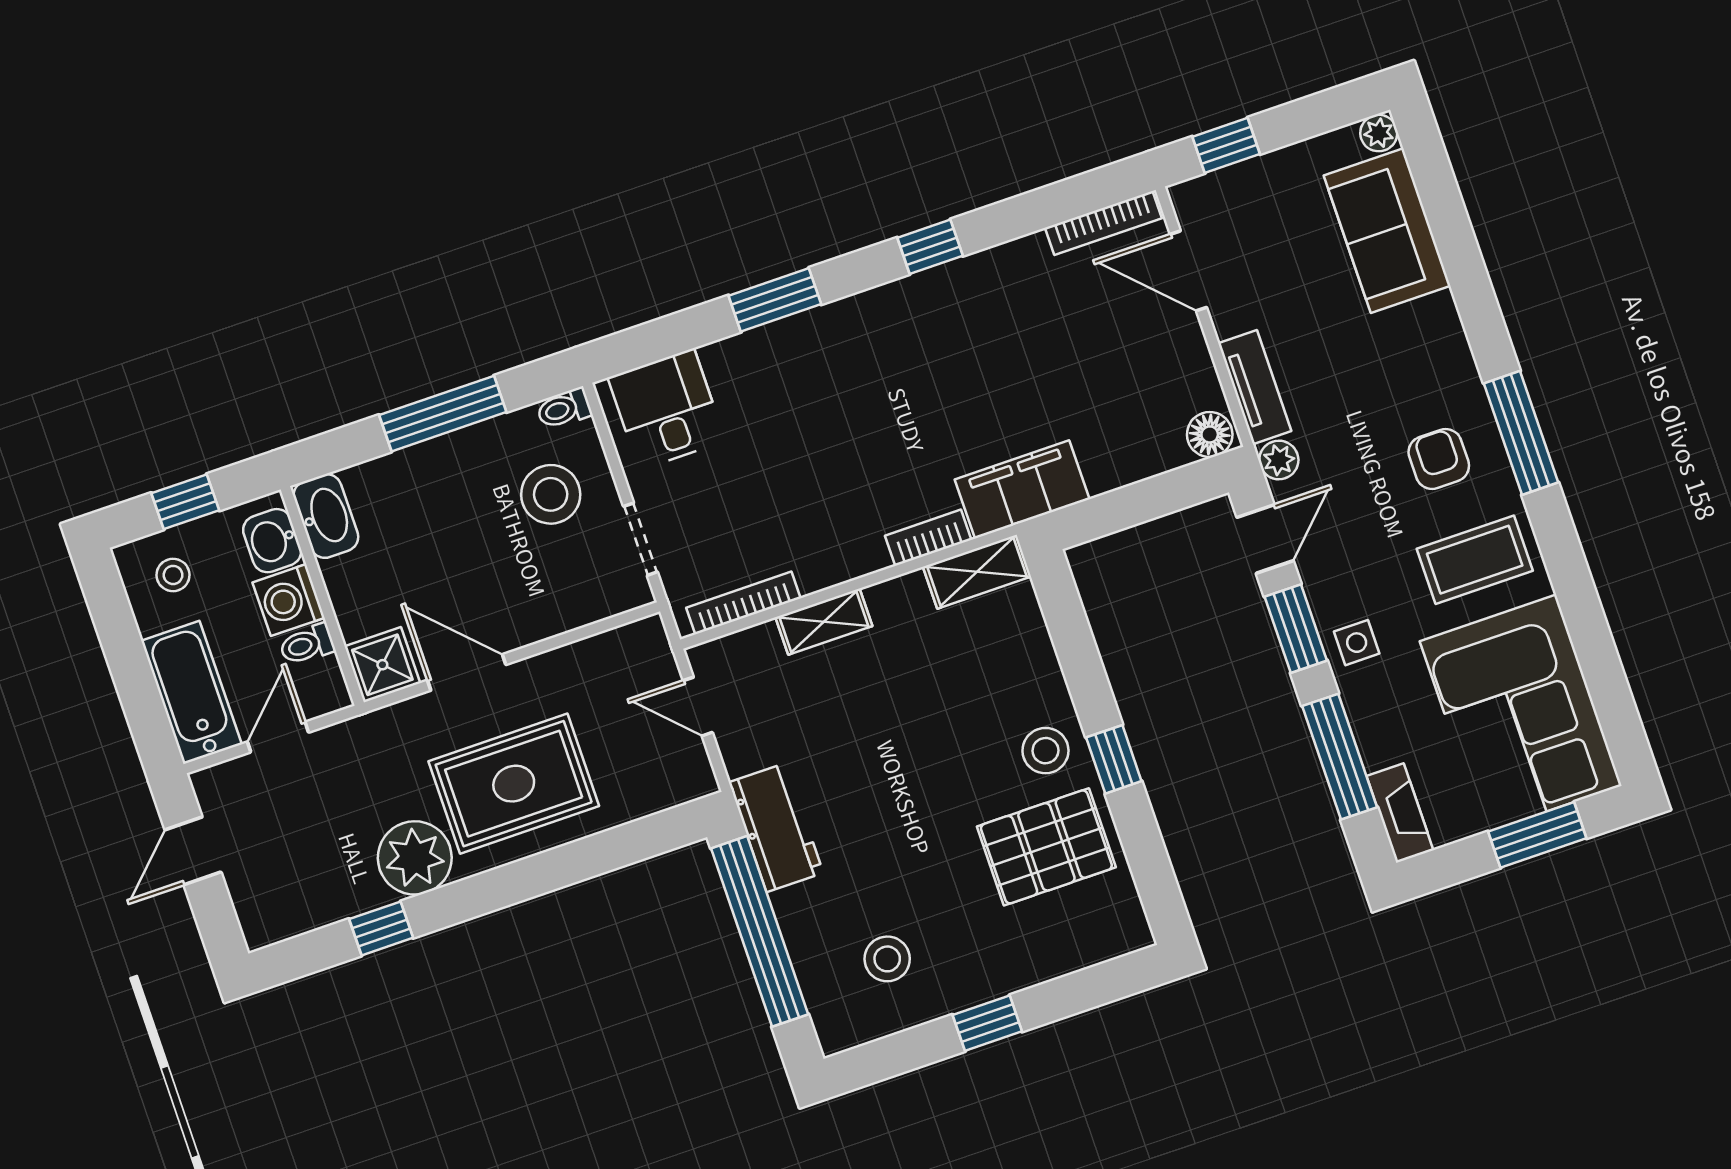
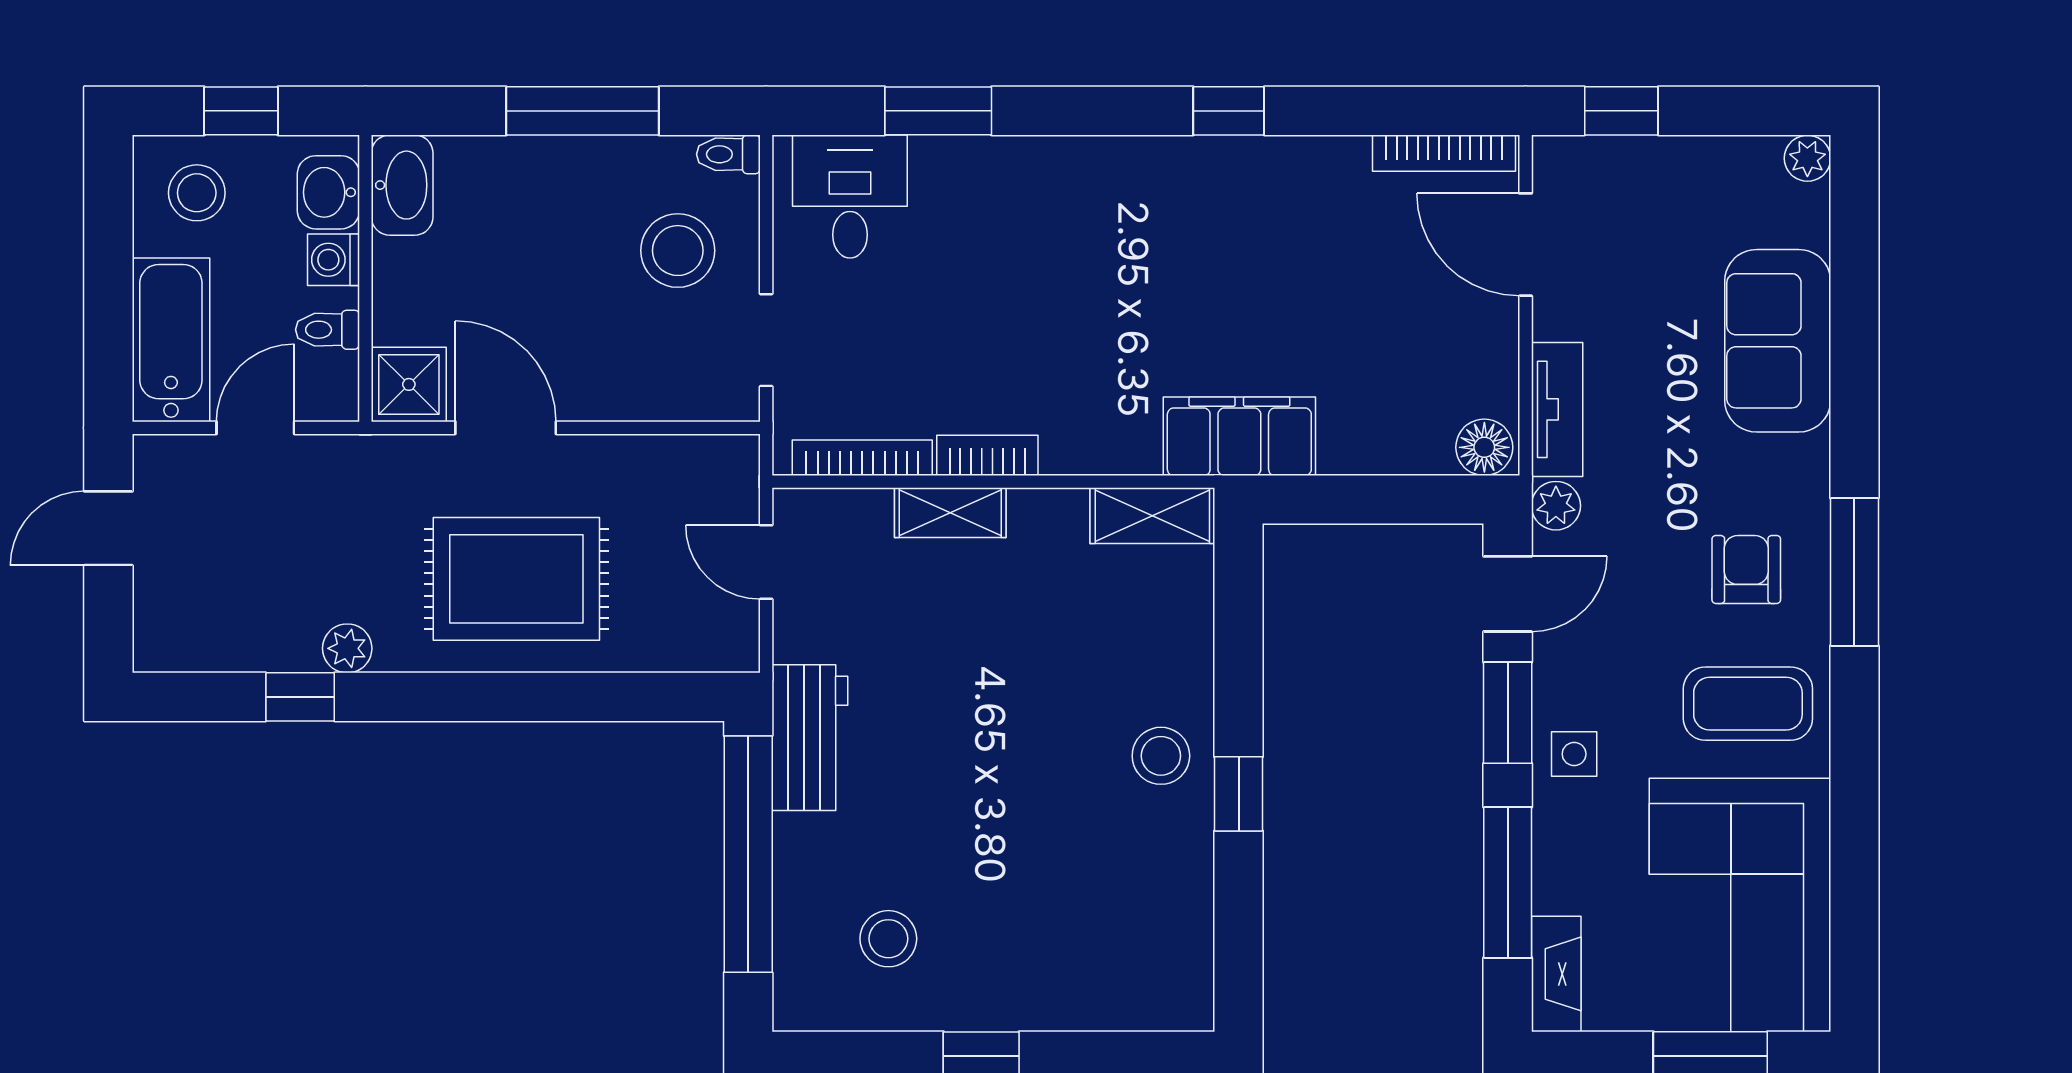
sofa: (1387, 231) -> (1778, 341), moved
window: (775, 300) -> (938, 111), moved
bookcase: (928, 538) -> (987, 455), moved
stool: (173, 575) -> (197, 193), width x1.37, depth x1.37
washing machine: (289, 600) -> (334, 260), width x0.73, depth x0.73
pallet: (1046, 847) -> (1123, 870), removed
plant: (415, 858) -> (347, 648), width x0.53, depth x0.53

